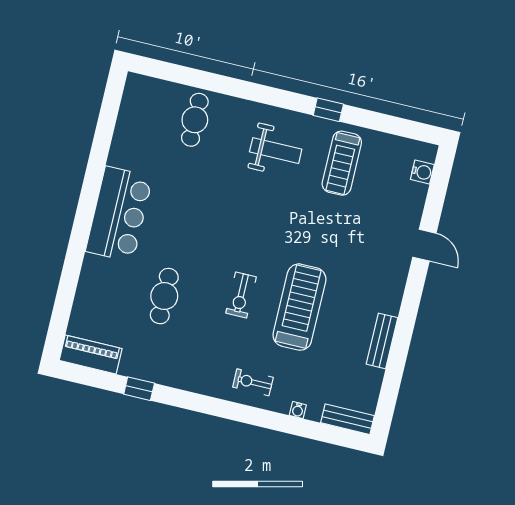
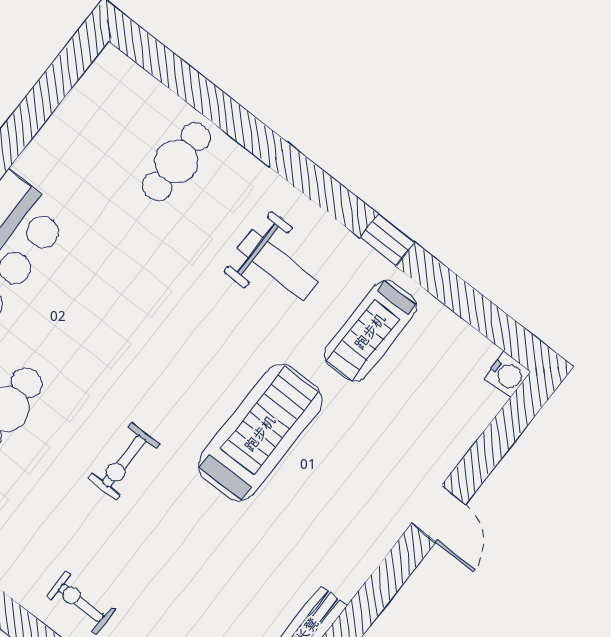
water cooler: (422, 172) -> (507, 375), moved
treadmill: (299, 307) -> (260, 433), moved

